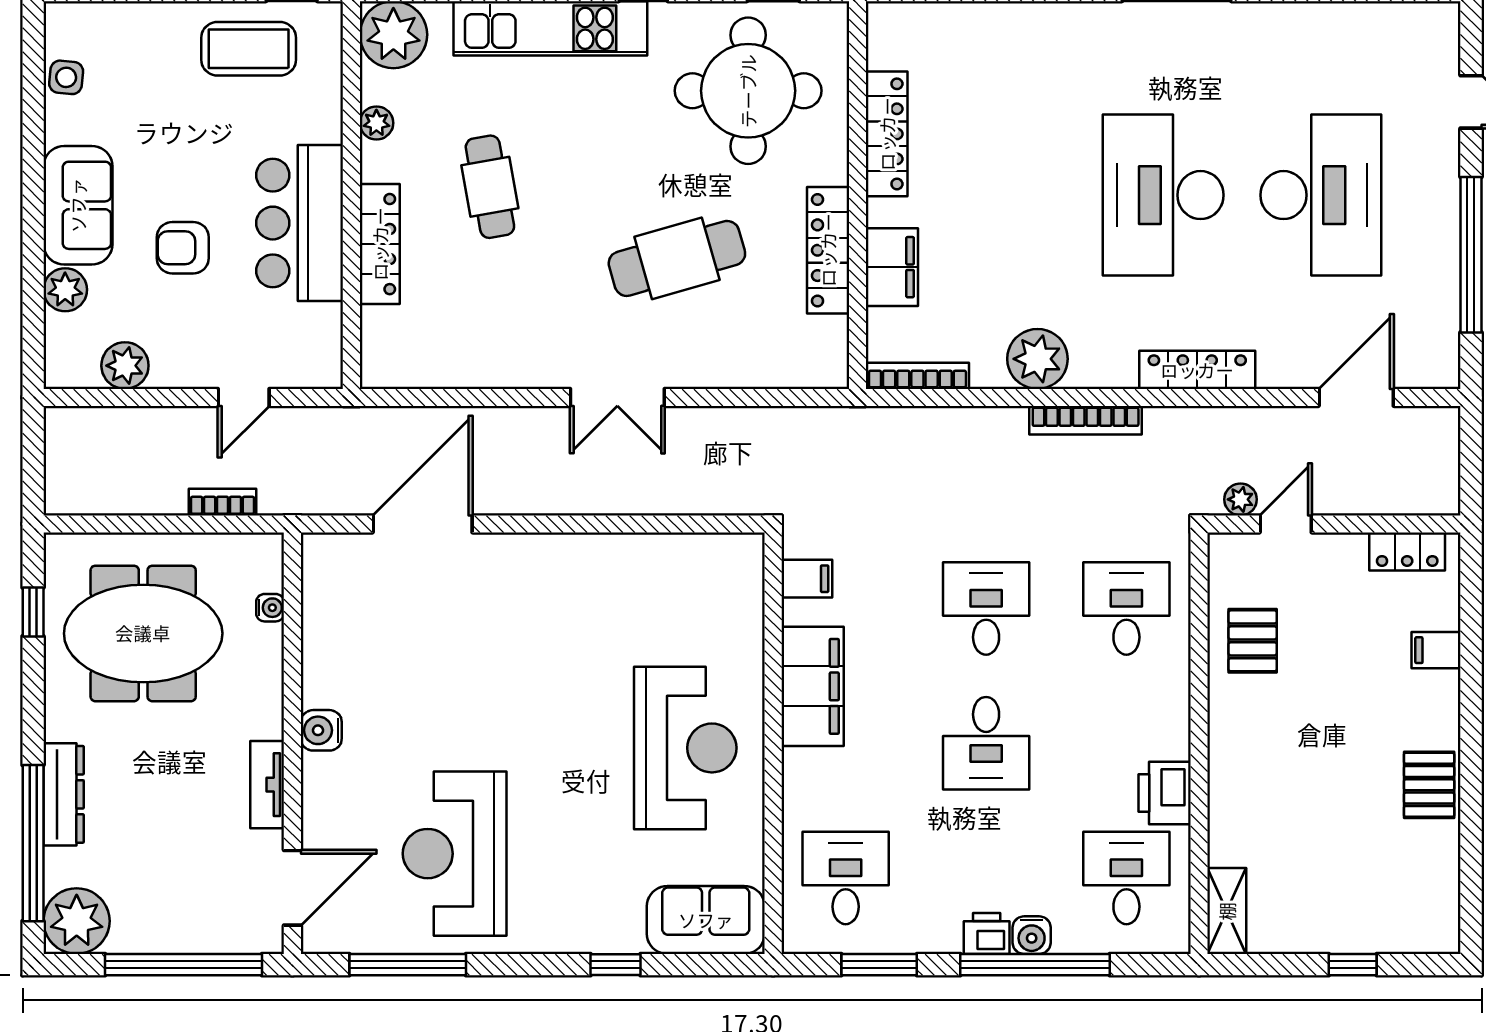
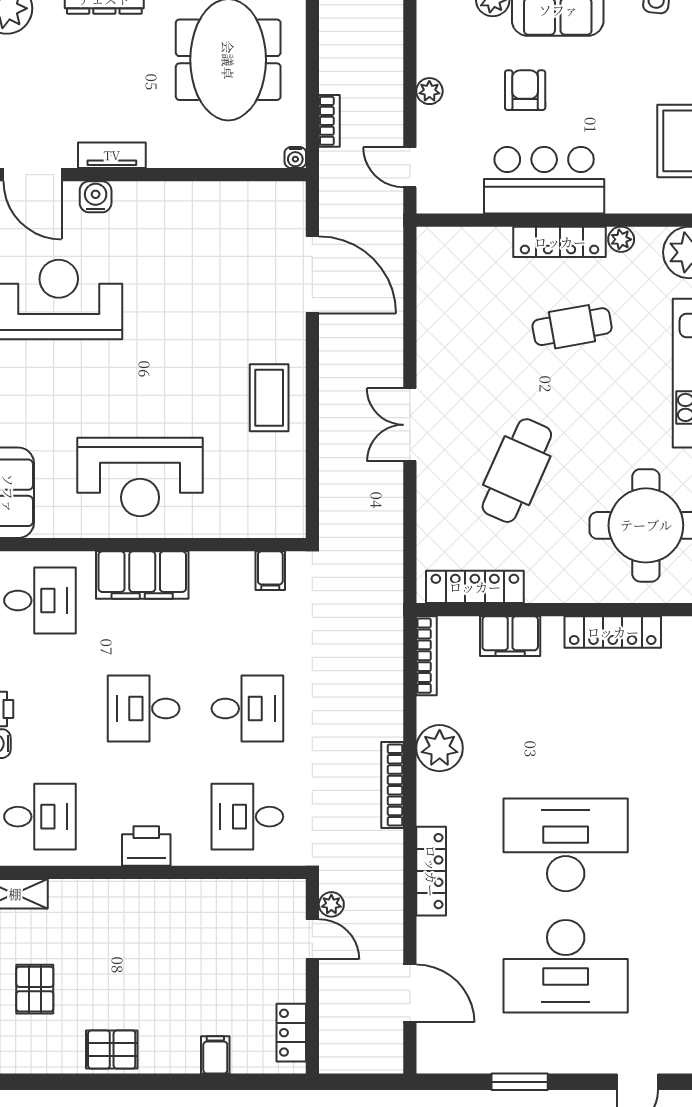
locker: (380, 244) -> (560, 242), moved
locker: (828, 250) -> (475, 587), moved
window: (1471, 255) -> (520, 1082), width x0.47
cafe table: (677, 258) -> (517, 471), turned 40
plant: (125, 366) -> (429, 91), moved, width x0.73, depth x0.73
door: (244, 397) -> (410, 167), moved
coffee table: (582, 580) -> (269, 398), added
water cooler: (270, 608) -> (295, 157), moved
desk: (1126, 608) -> (247, 817), turned 180
pallet: (1253, 641) -> (35, 989), moved, turned 90
filing cabinet: (813, 686) -> (142, 575), moved
water cooler: (321, 730) -> (96, 197), moved
printer: (1165, 793) -> (146, 846), moved

